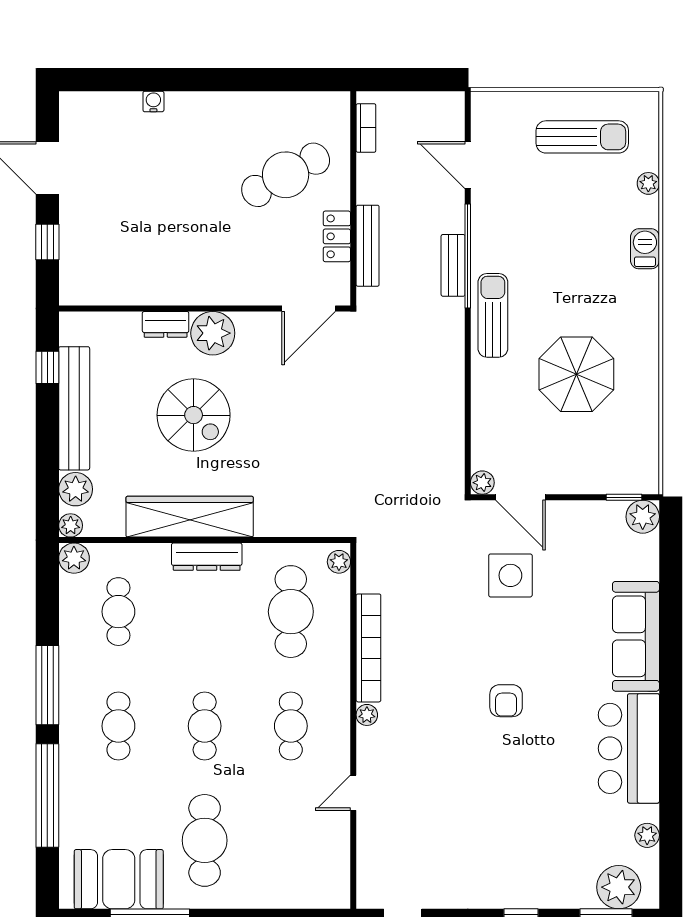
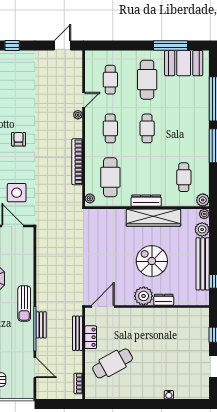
plant: (482, 483) -> (29, 232), removed
plant: (367, 715) -> (78, 115), moved
cafe table: (118, 726) -> (110, 80), moved

